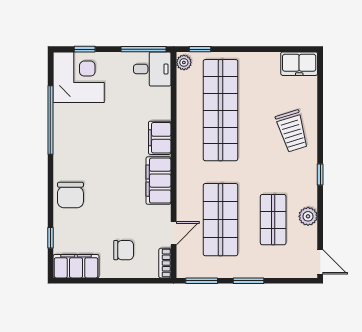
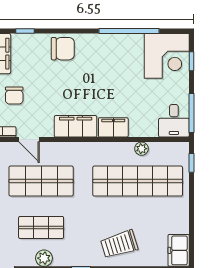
plant: (184, 62) -> (141, 149), moved
chair: (70, 195) -> (63, 49), turned 180

